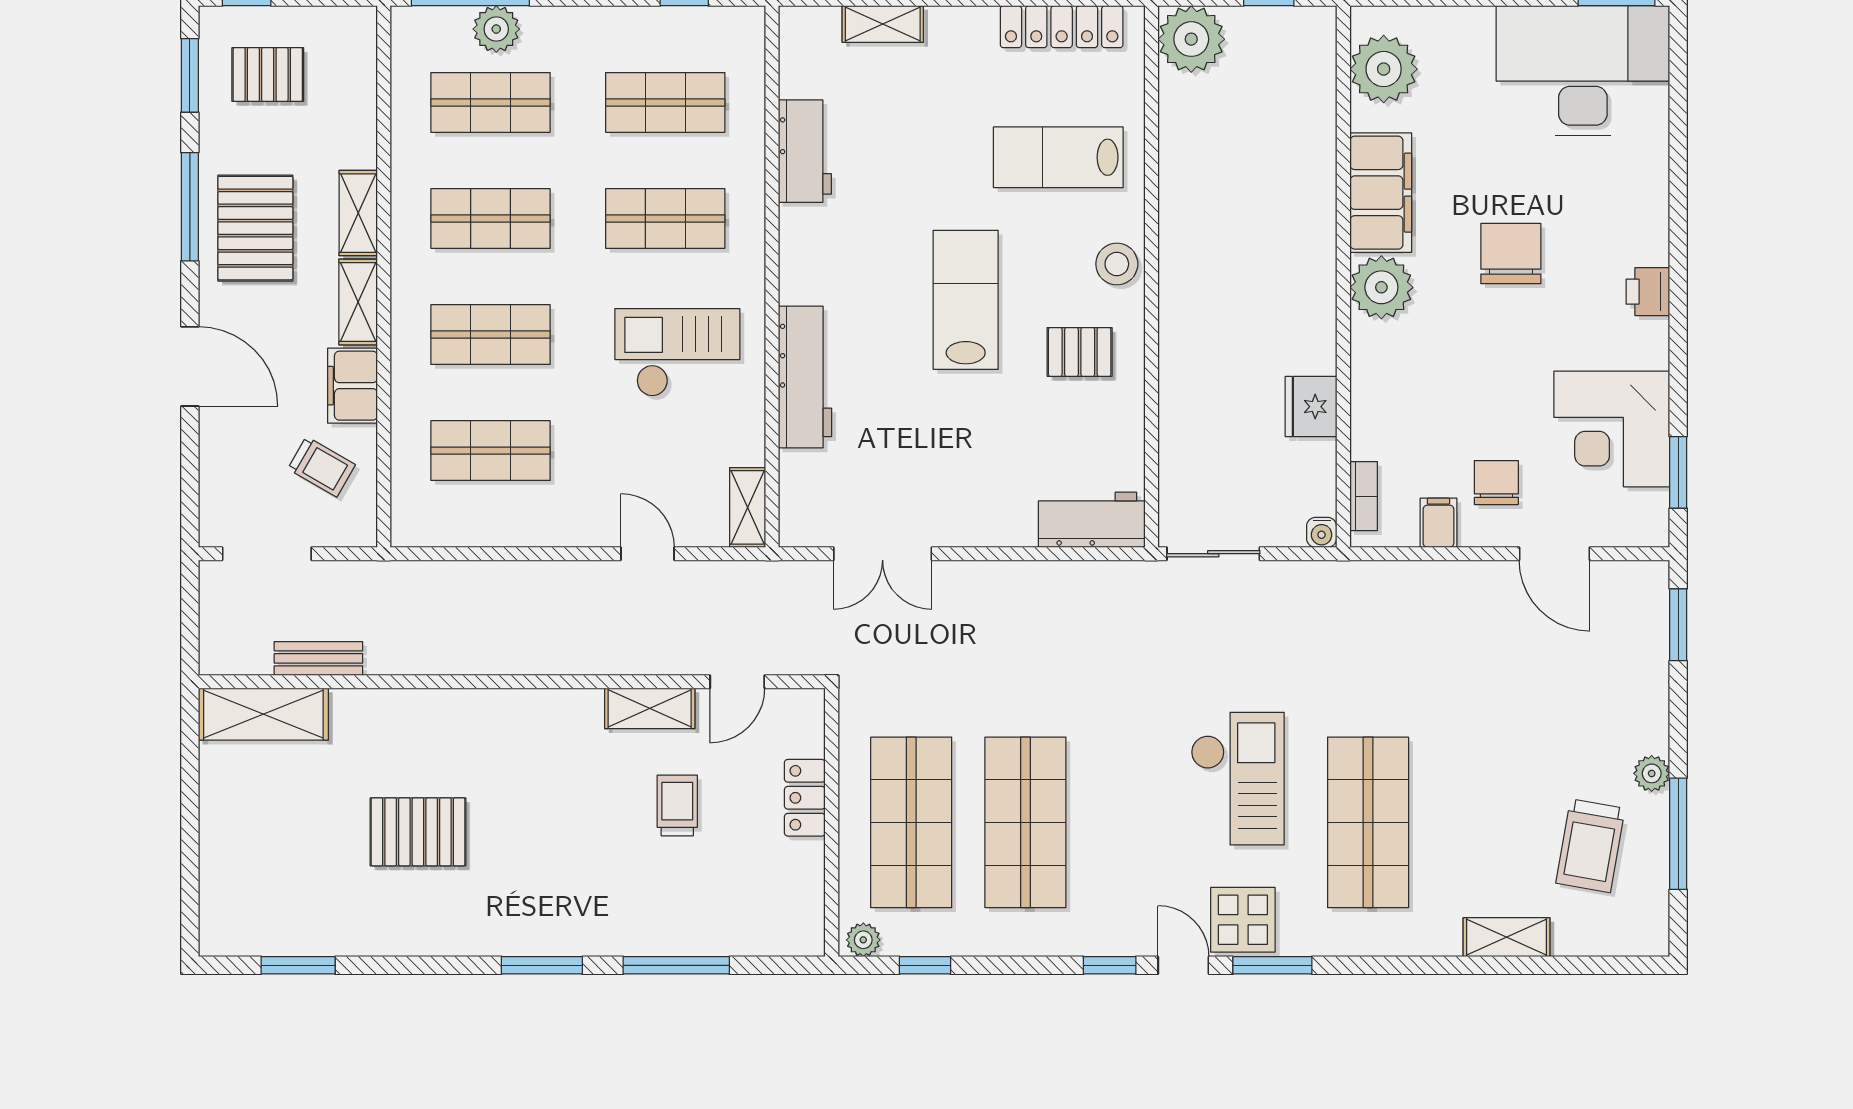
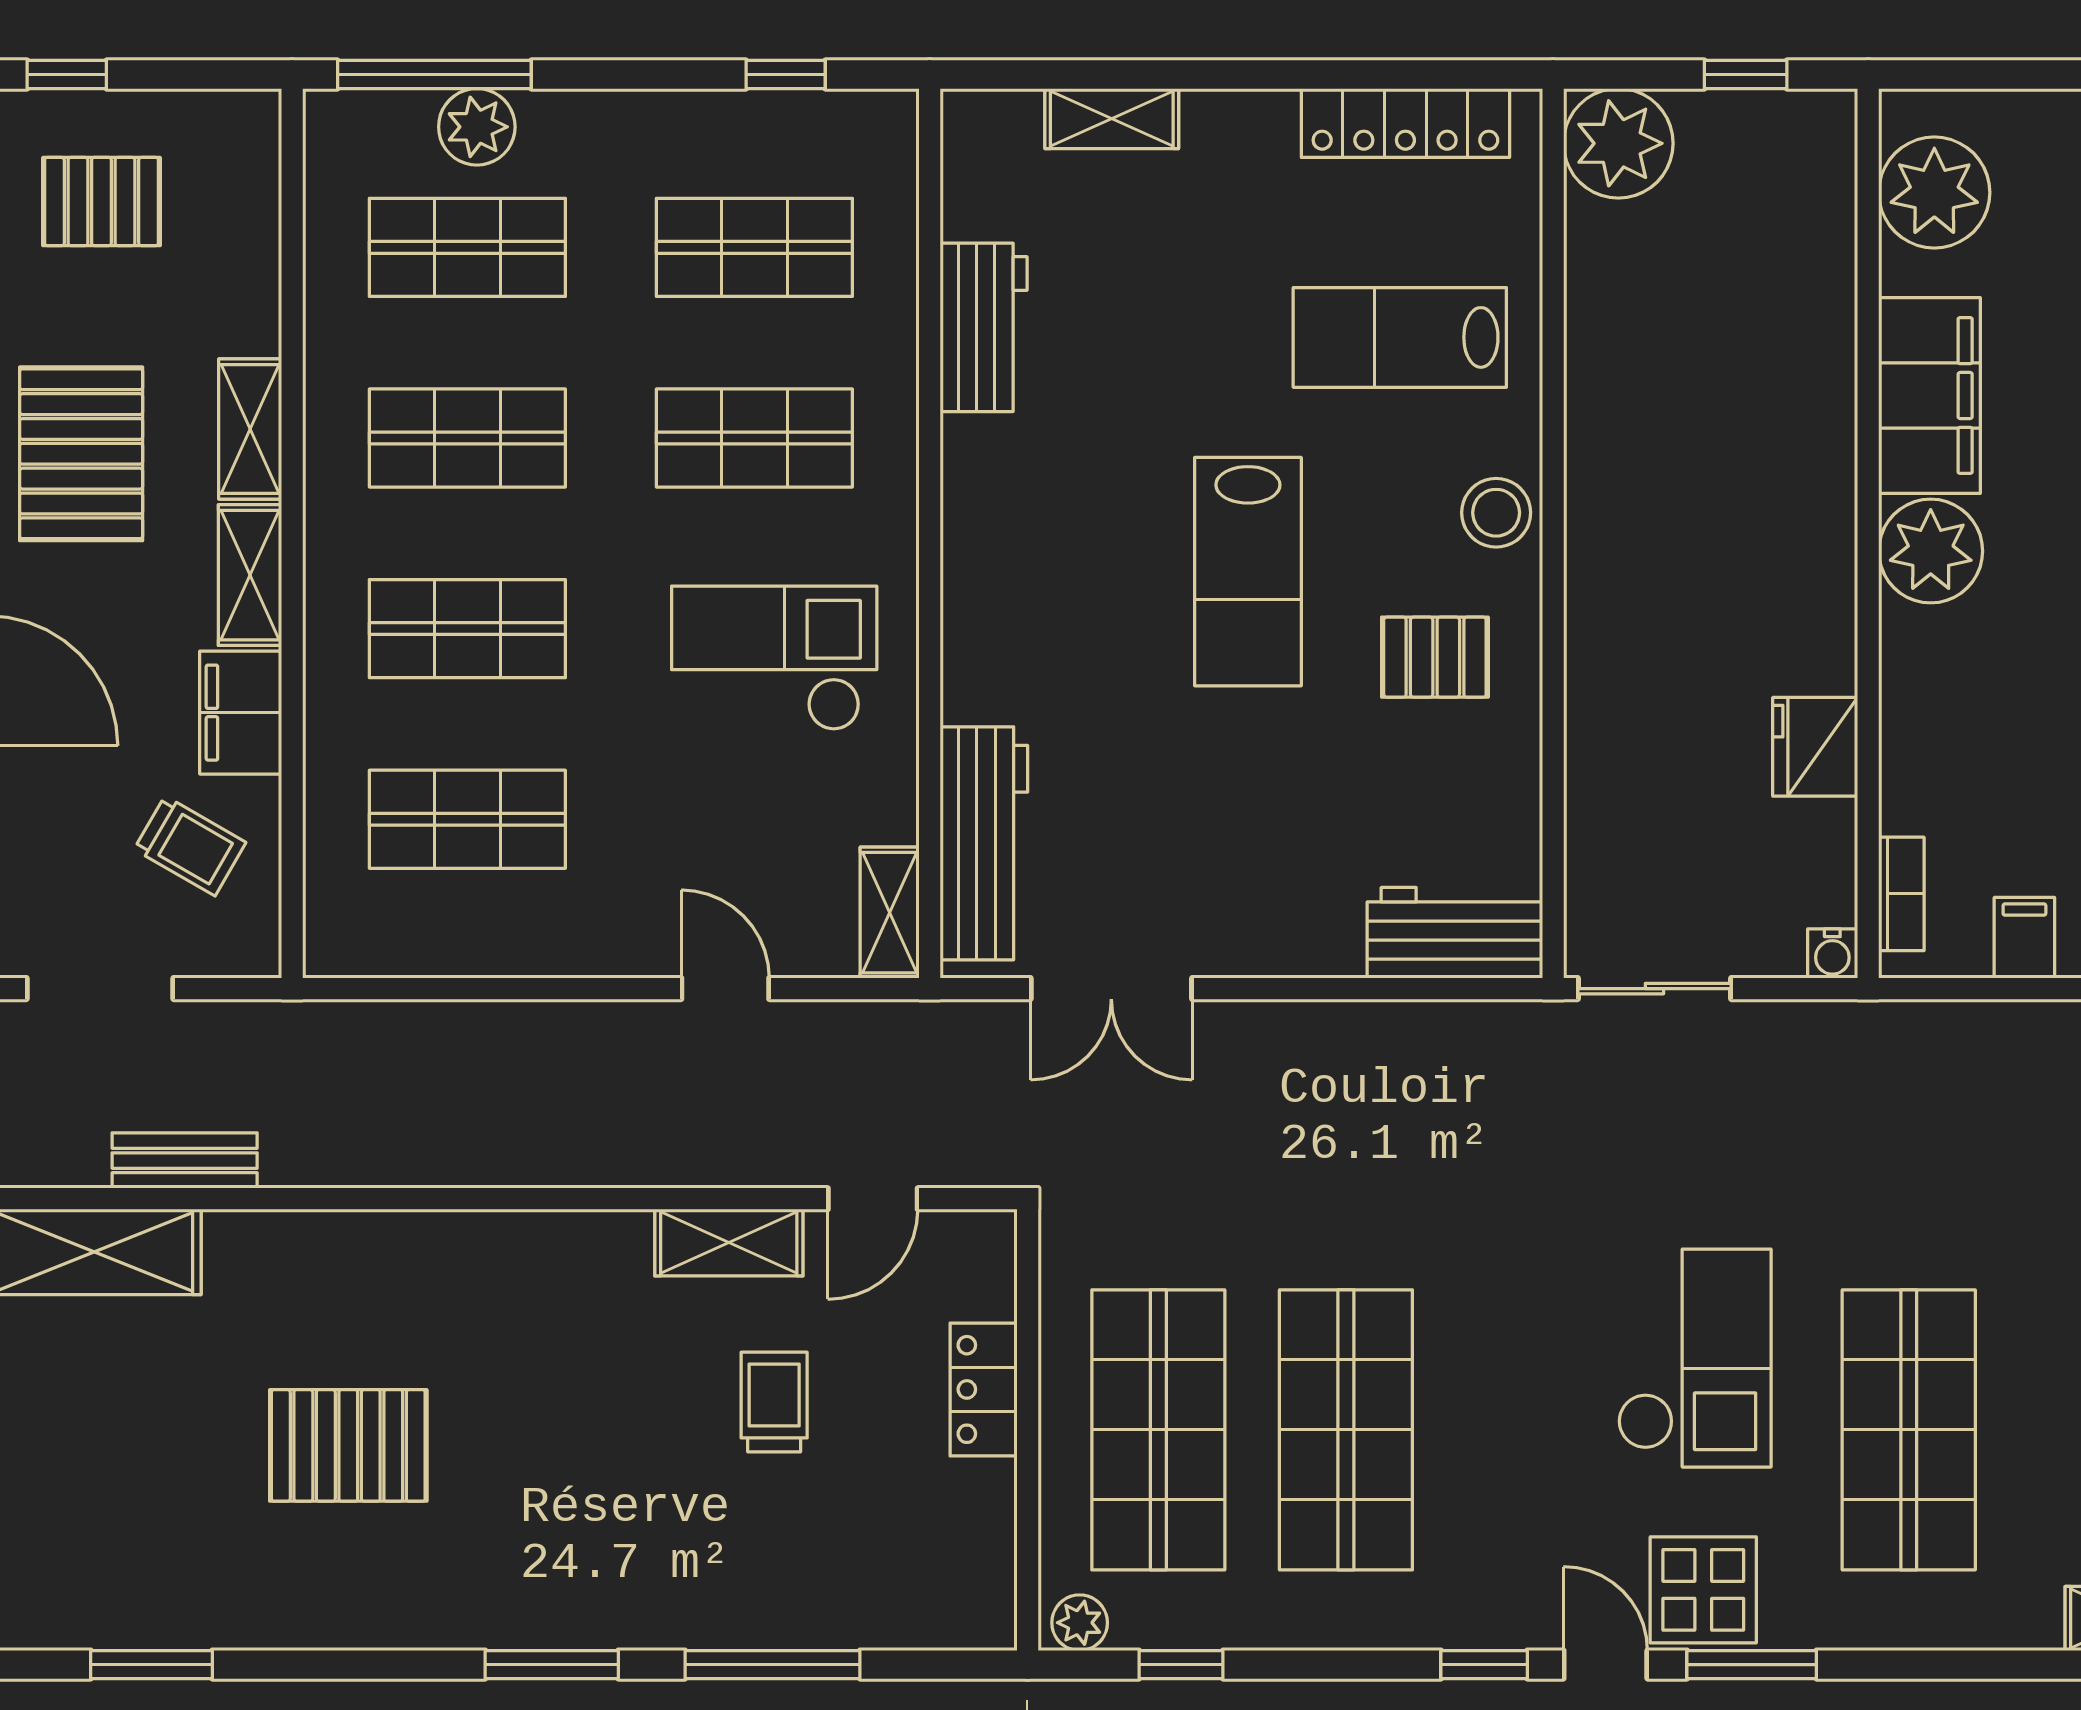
lab bench: (966, 300) -> (1248, 572), turned 180
workbench: (805, 377) -> (984, 843), moved

